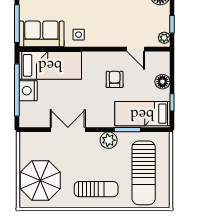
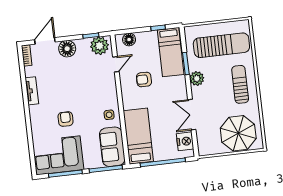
plant: (164, 38) -> (99, 46), width x1.88, depth x1.88
floor lamp: (162, 82) -> (129, 40), moved
nightstand: (28, 91) -> (185, 141), moved, turned -90

